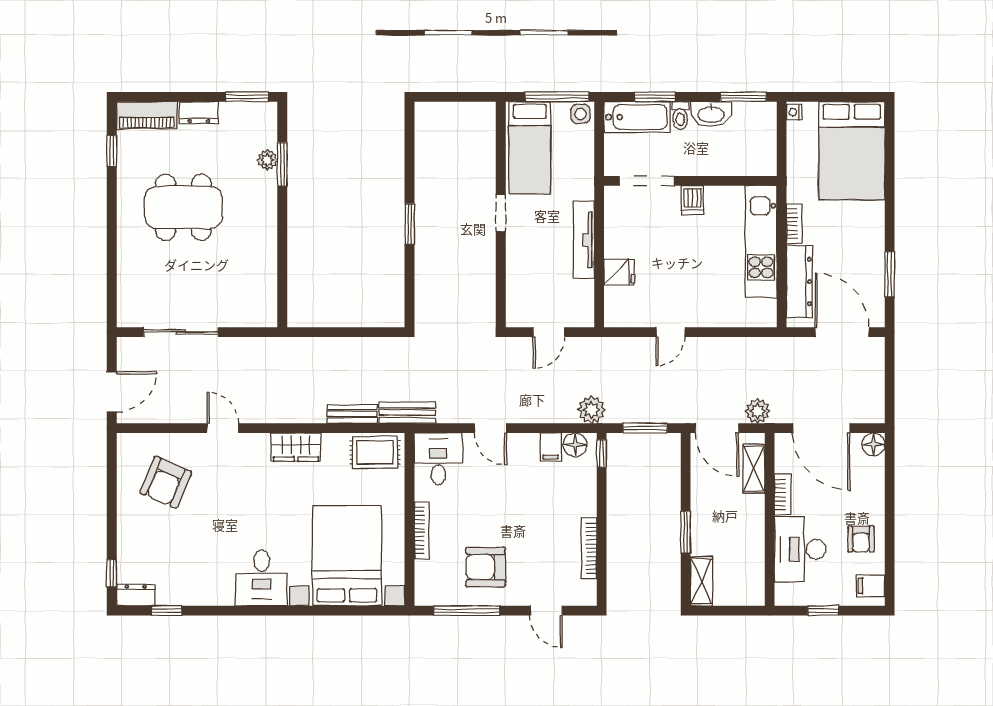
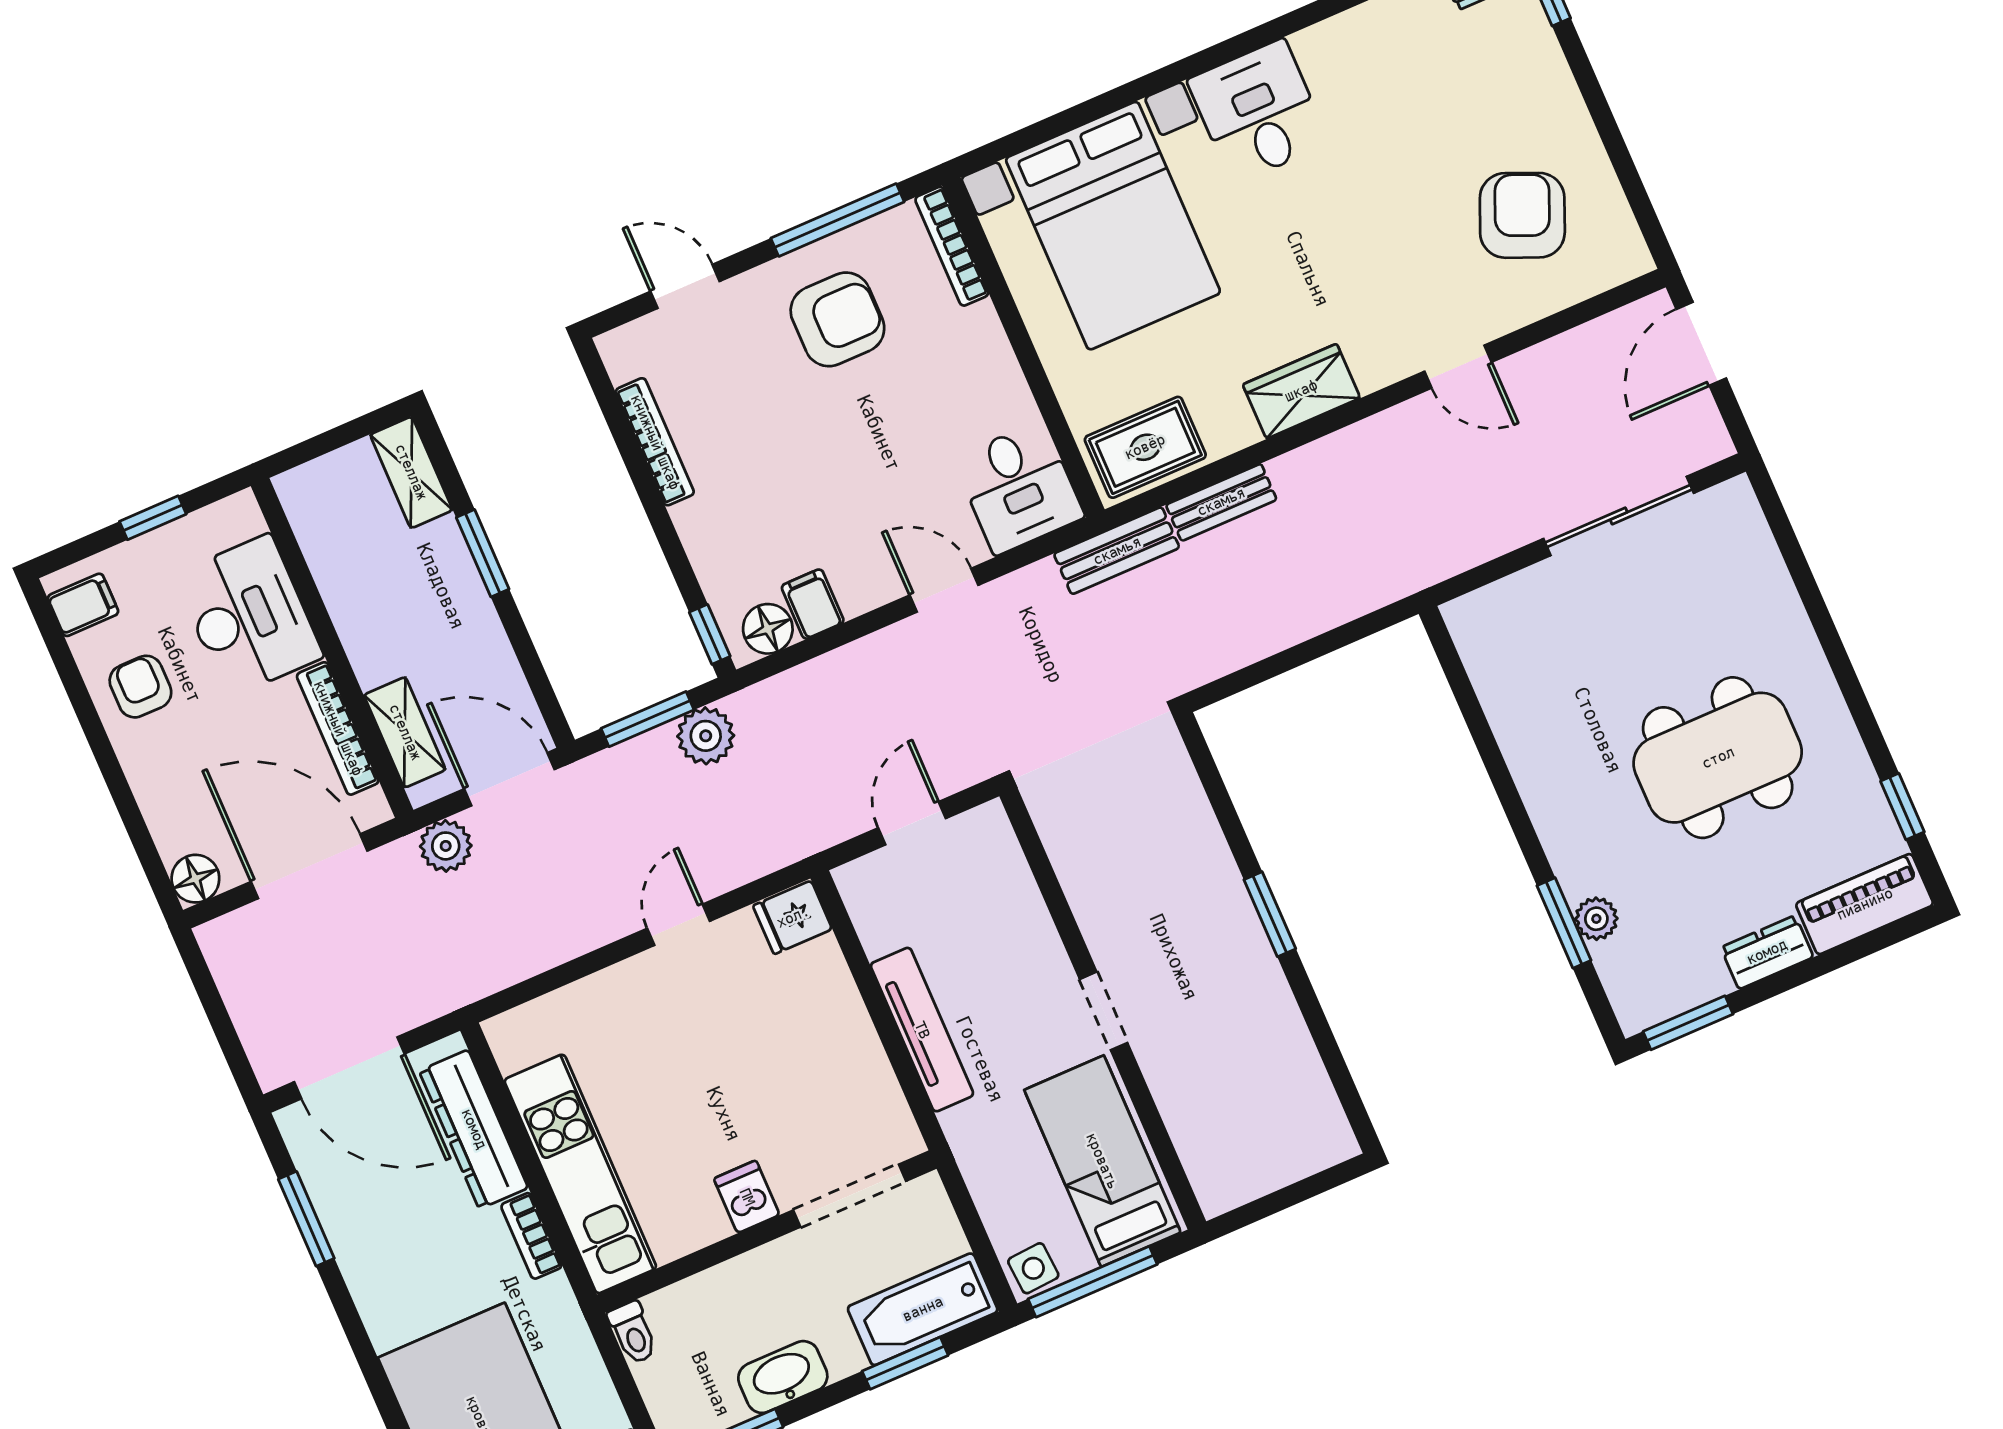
toilet: (680, 116) -> (633, 1333), moved, turned 180
fridge: (619, 272) -> (793, 917), moved
plant: (591, 410) -> (706, 736), moved
bookcase: (783, 494) -> (338, 728), width x1.56
bookcase: (422, 530) -> (952, 246), moved

